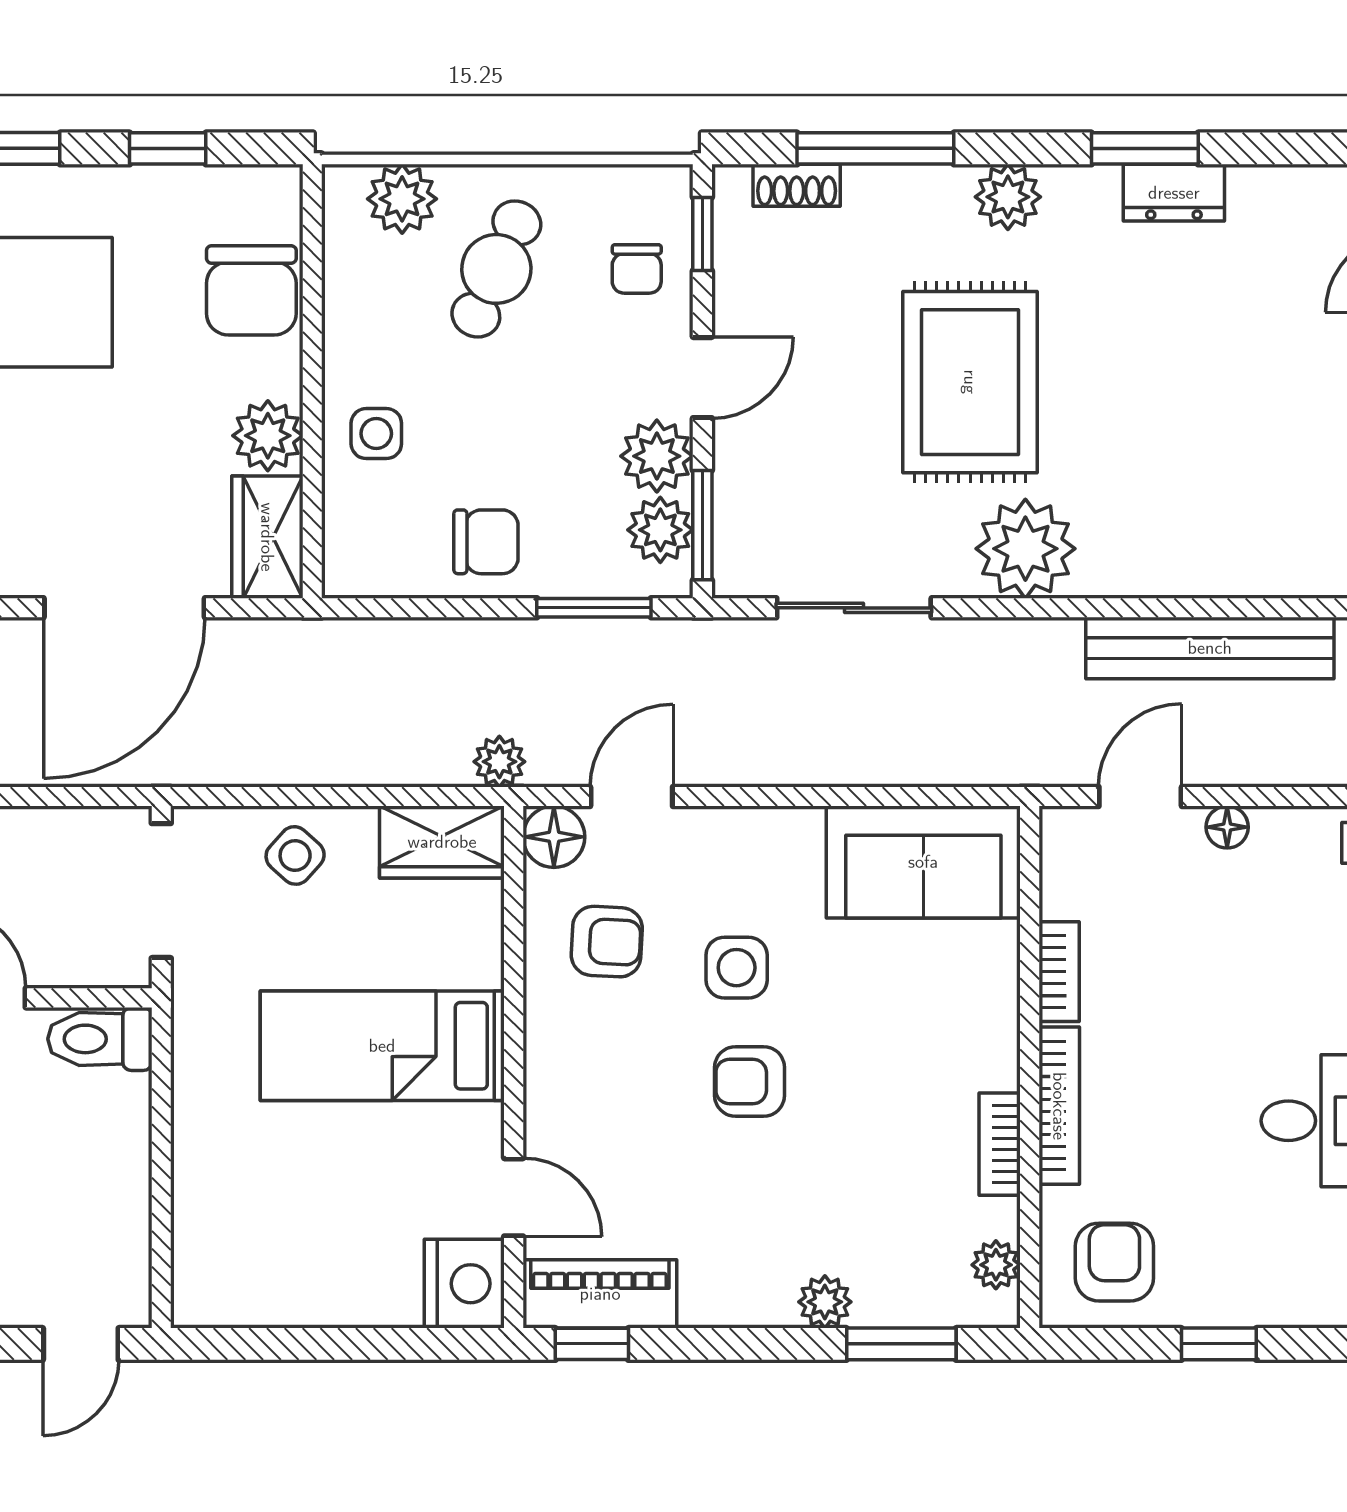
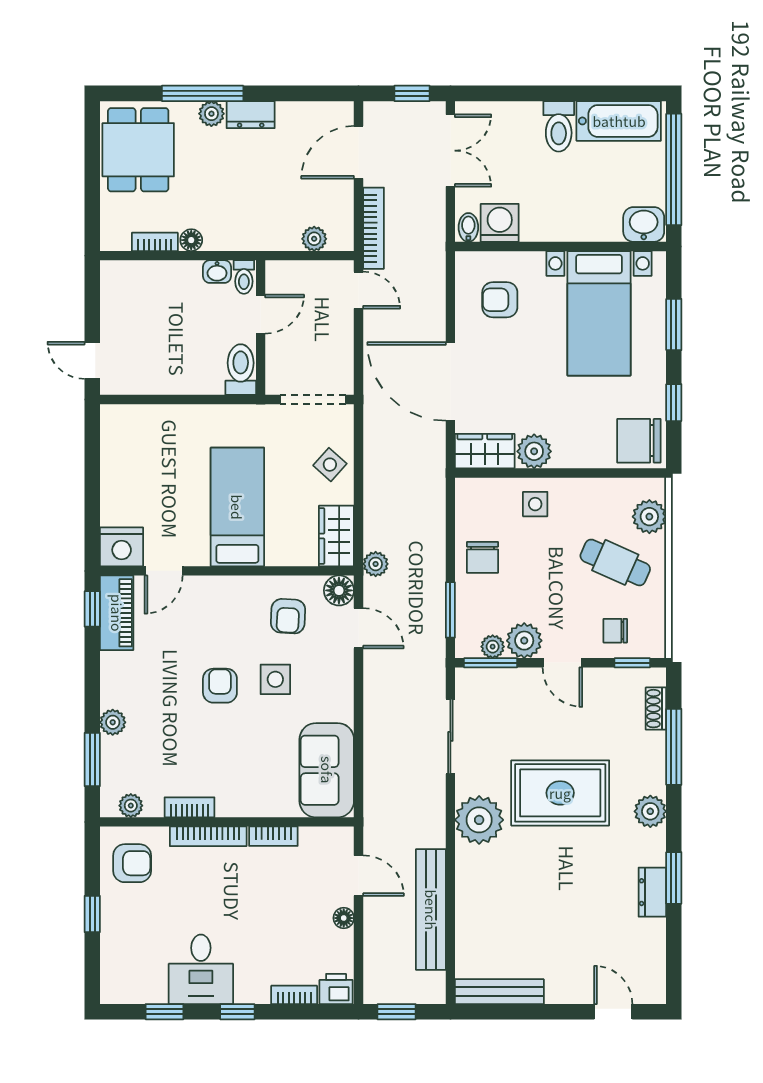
chair: (251, 290) -> (639, 441), moved
plant: (660, 530) -> (493, 647), width x0.73, depth x0.73

